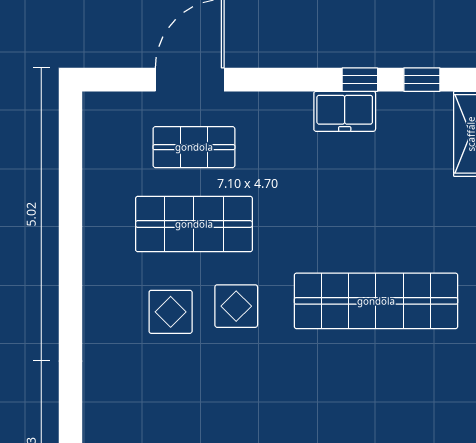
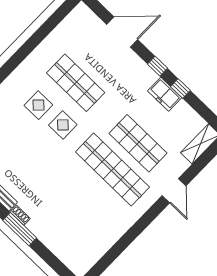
window: (422, 80) -> (157, 66), moved
shop shelf: (194, 147) -> (138, 143), moved, width x1.43, depth x1.36

